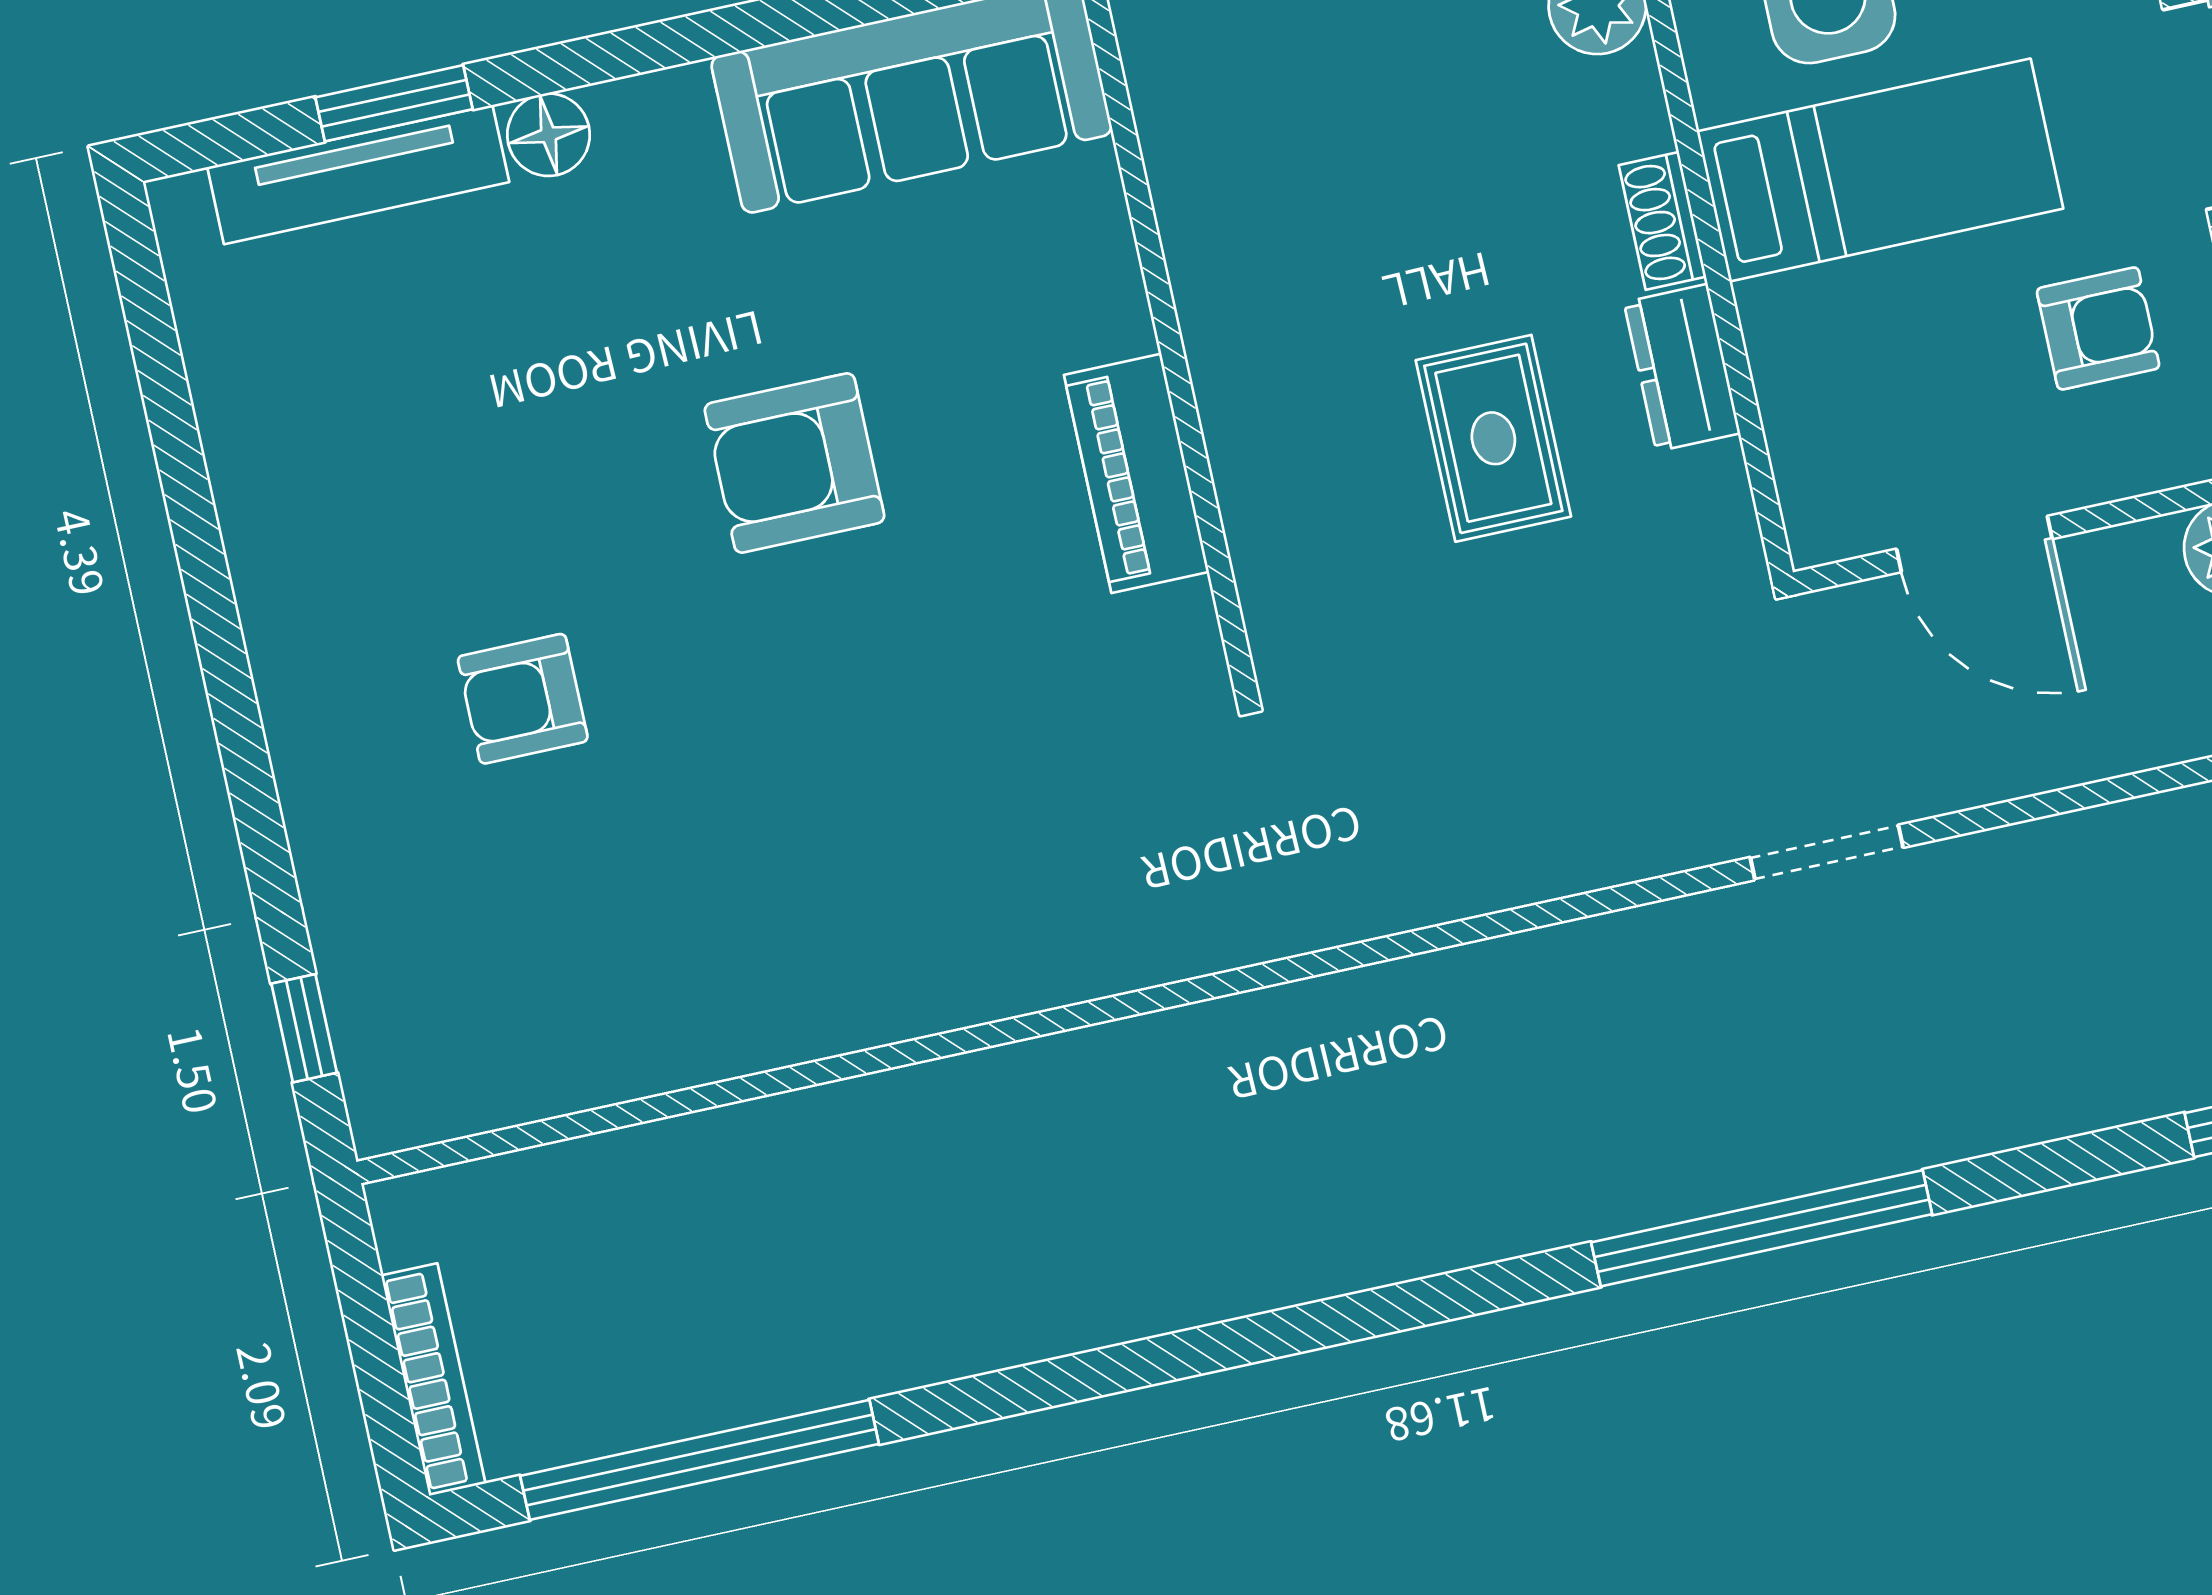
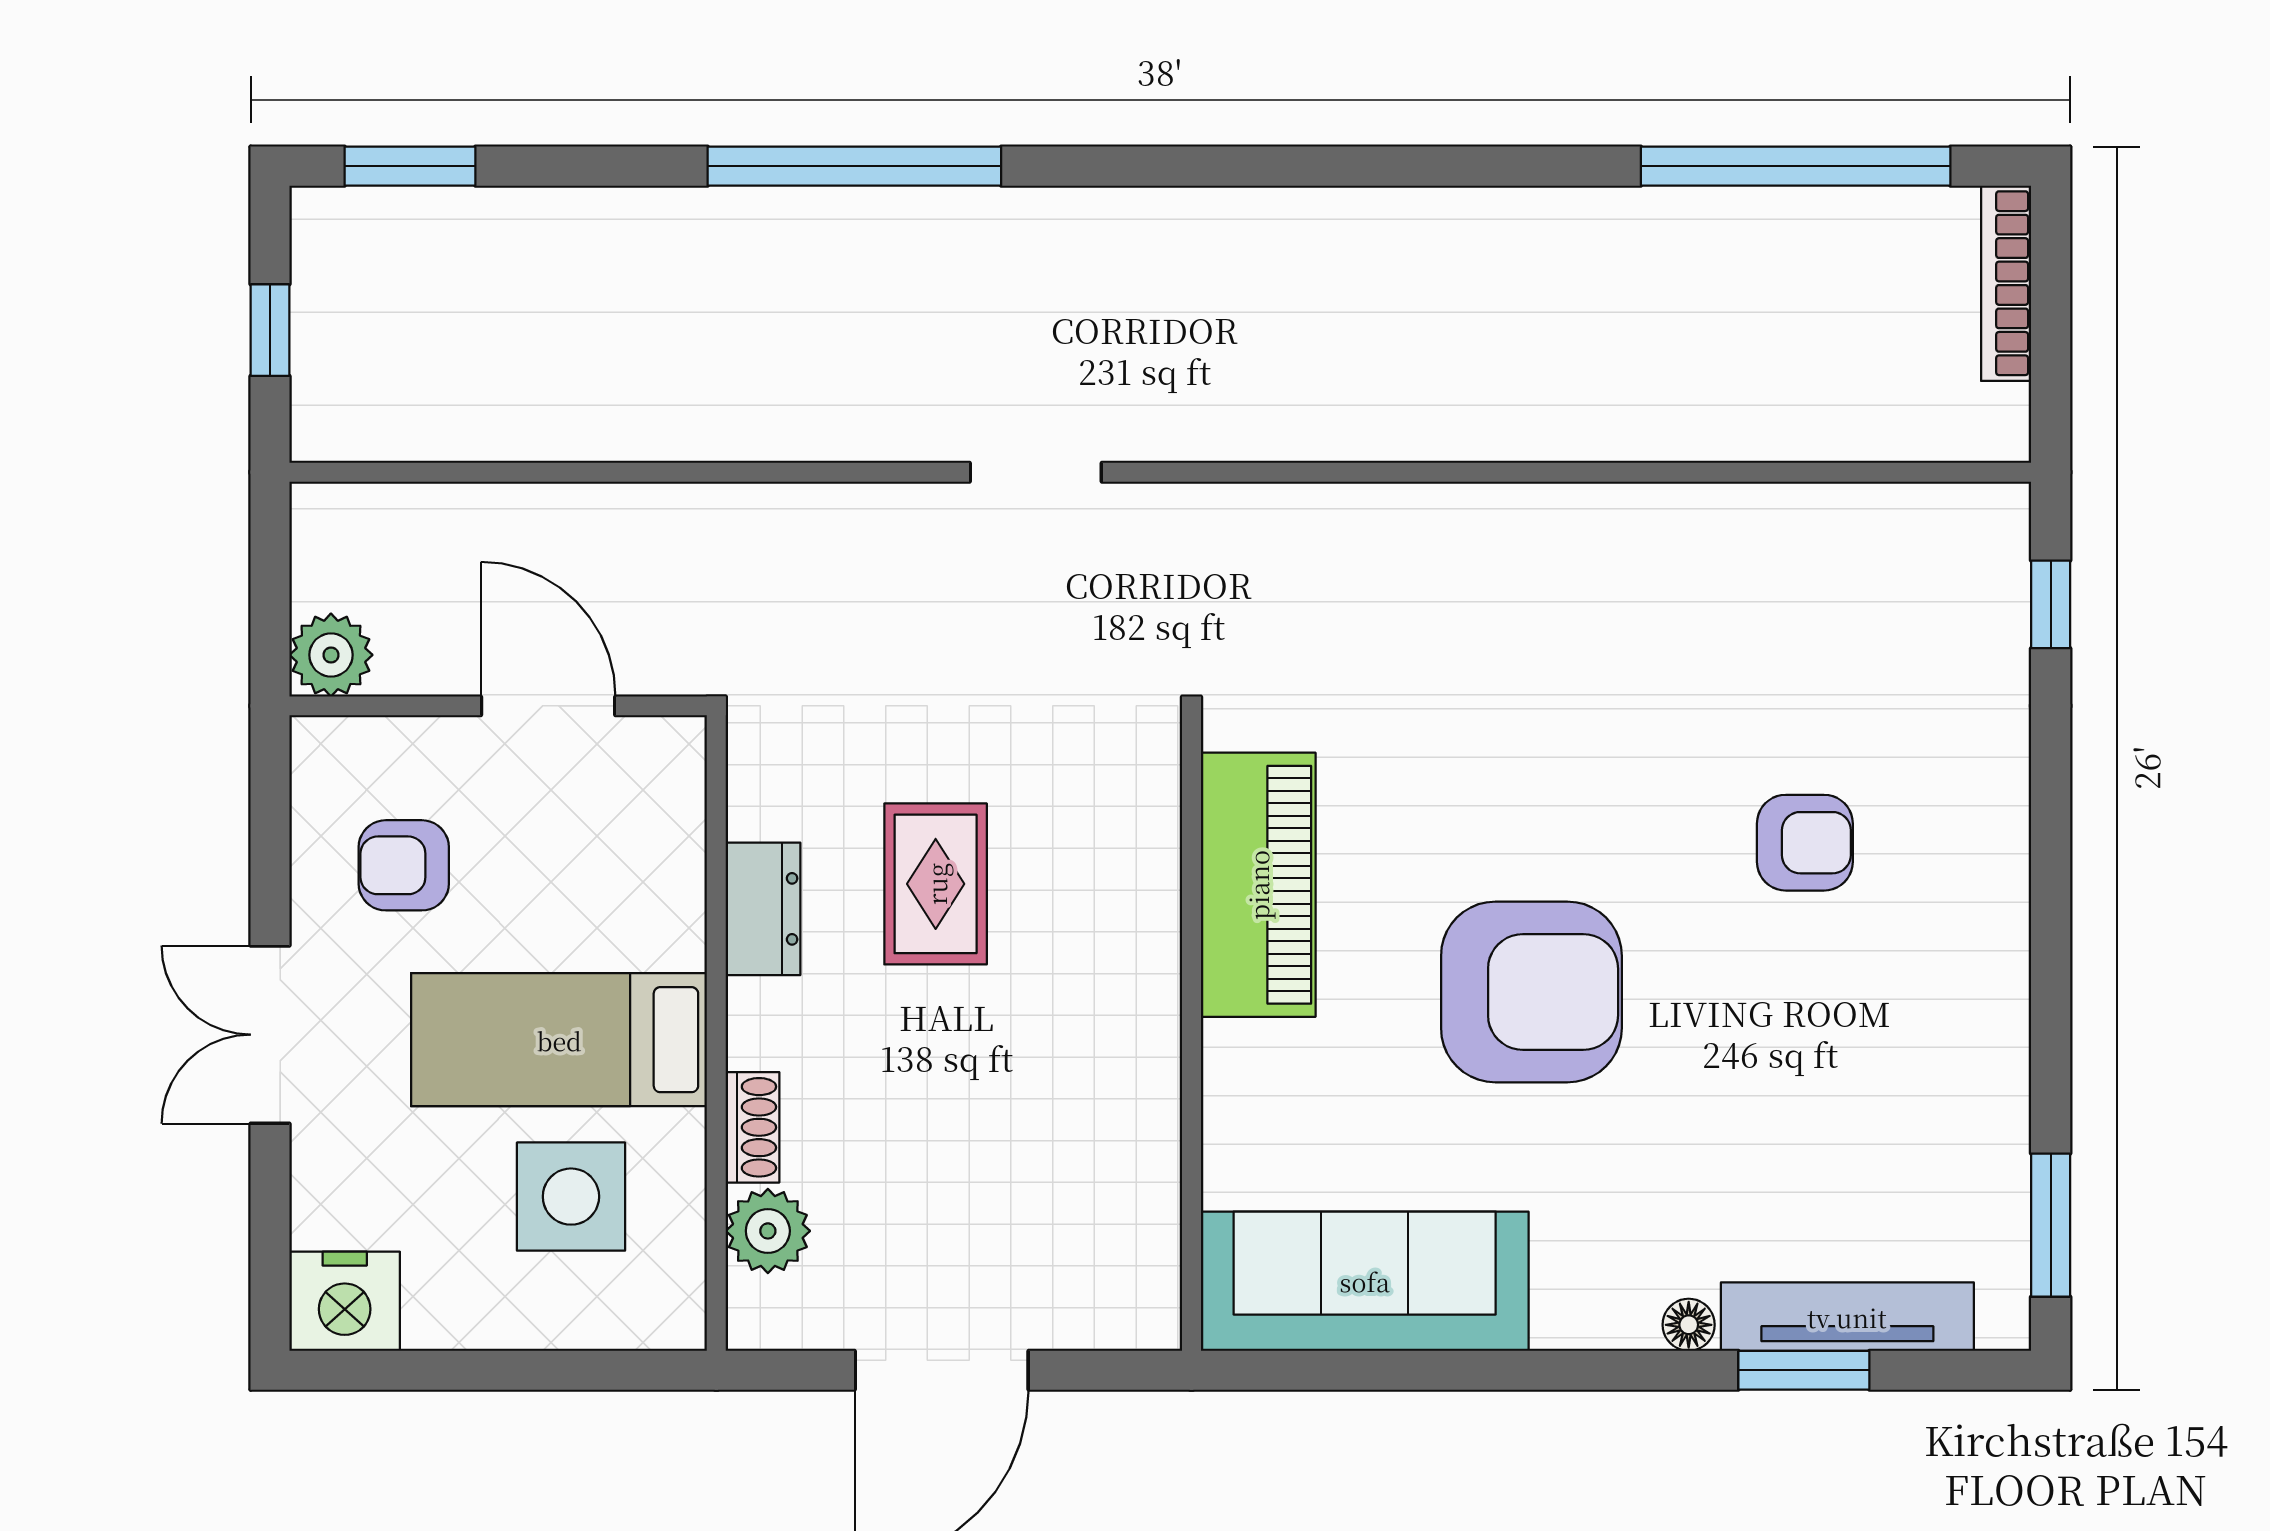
floor lamp: (549, 135) -> (1689, 1325), width x0.73, depth x0.73
shoe rack: (1662, 221) -> (753, 1127), moved
window: (151, 328) -> (2051, 1225), added
armchair: (795, 463) -> (1531, 992), width x1.36, depth x1.36
piano: (1136, 473) -> (1258, 885), width x1.37, depth x1.33
doorway: (1827, 852) -> (1036, 472), moved

